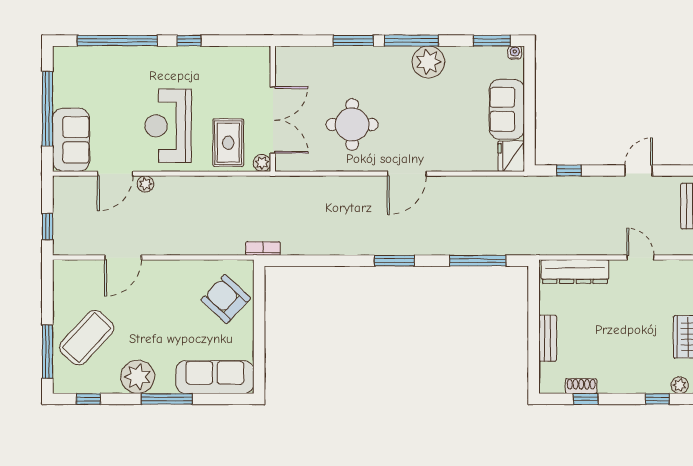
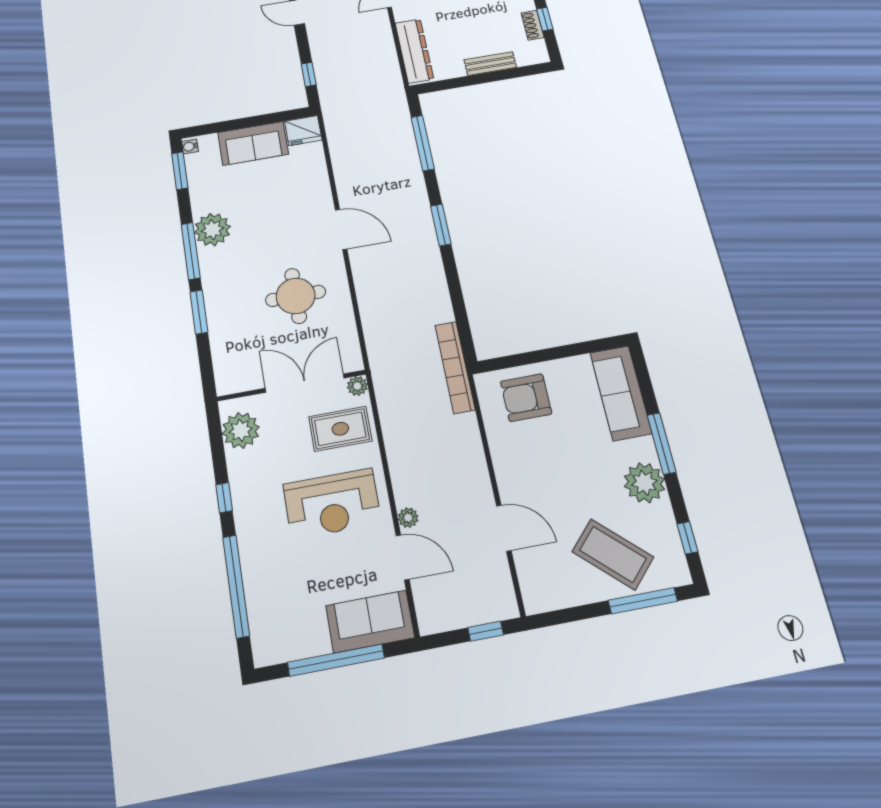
plant: (242, 62) -> (241, 430), added
bookcase: (263, 248) -> (455, 367), width x2.31, depth x1.31
armchair: (226, 299) -> (526, 398), turned 47

